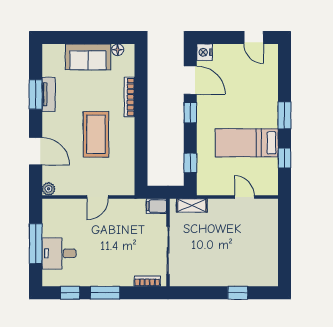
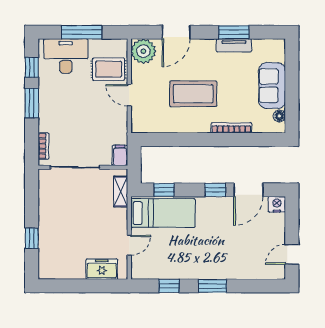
bed: (247, 143) -> (163, 213), moved, turned 90
plant: (49, 189) -> (143, 51), width x1.87, depth x1.87
rug: (72, 217) -> (109, 69), added
freezer: (268, 224) -> (102, 269), added
desk: (59, 253) -> (66, 56), width x1.37

